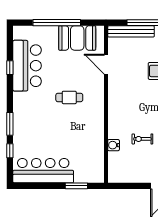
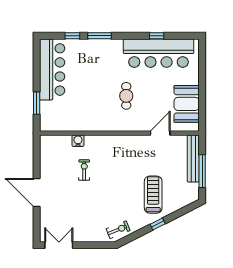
window: (57, 23) -> (202, 83), removed
bar counter: (27, 66) -> (159, 53), width x1.36

